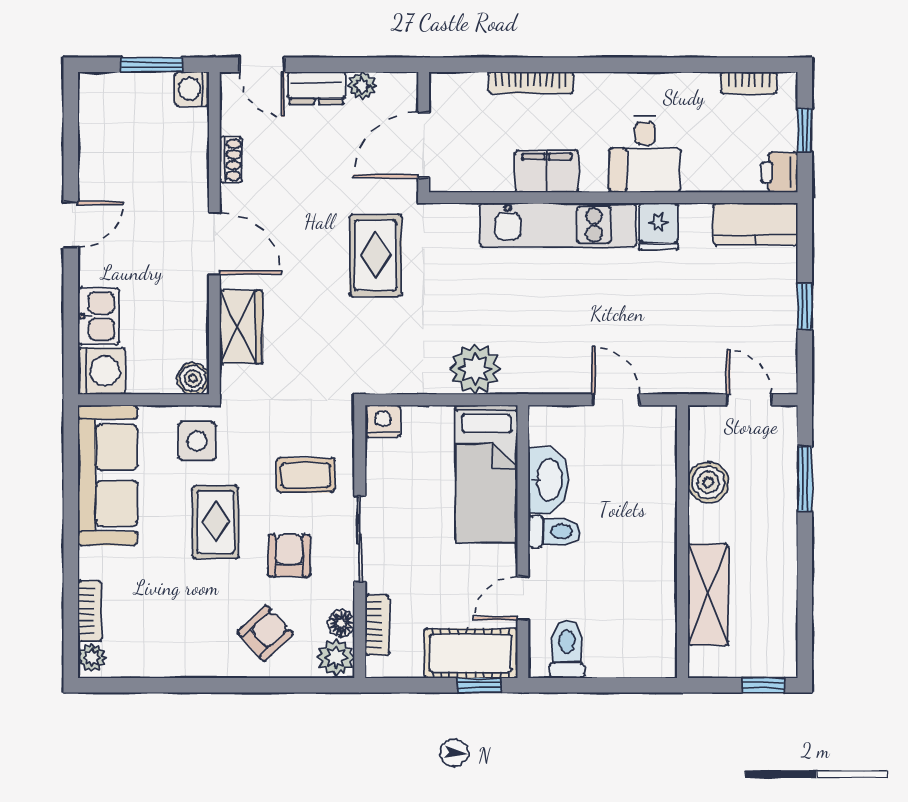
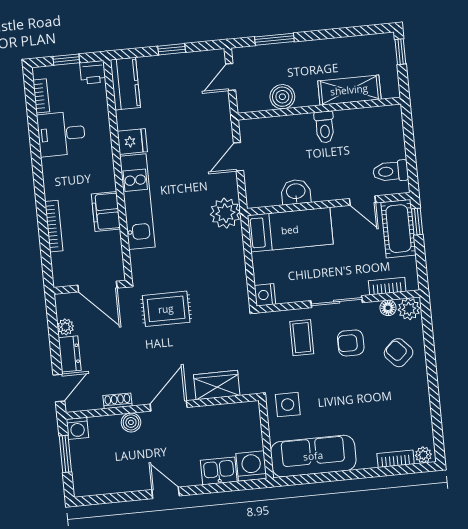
desk: (645, 154) -> (61, 134), moved, turned 180
plant: (475, 369) -> (225, 213), moved
boiler: (193, 378) -> (131, 422), moved
washbasin: (548, 480) -> (296, 192), width x0.72
rug: (216, 522) -> (335, 389), removed
toilet: (554, 532) -> (325, 127), moved, turned 180

